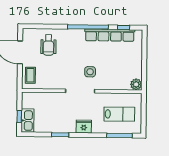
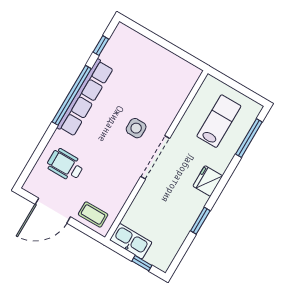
row of seats: (110, 35) -> (85, 98), moved
wheelchair: (48, 45) -> (65, 165), turned 180
plant: (136, 84) -> (191, 74), removed
kitchen sink: (27, 121) -> (131, 241), moved

